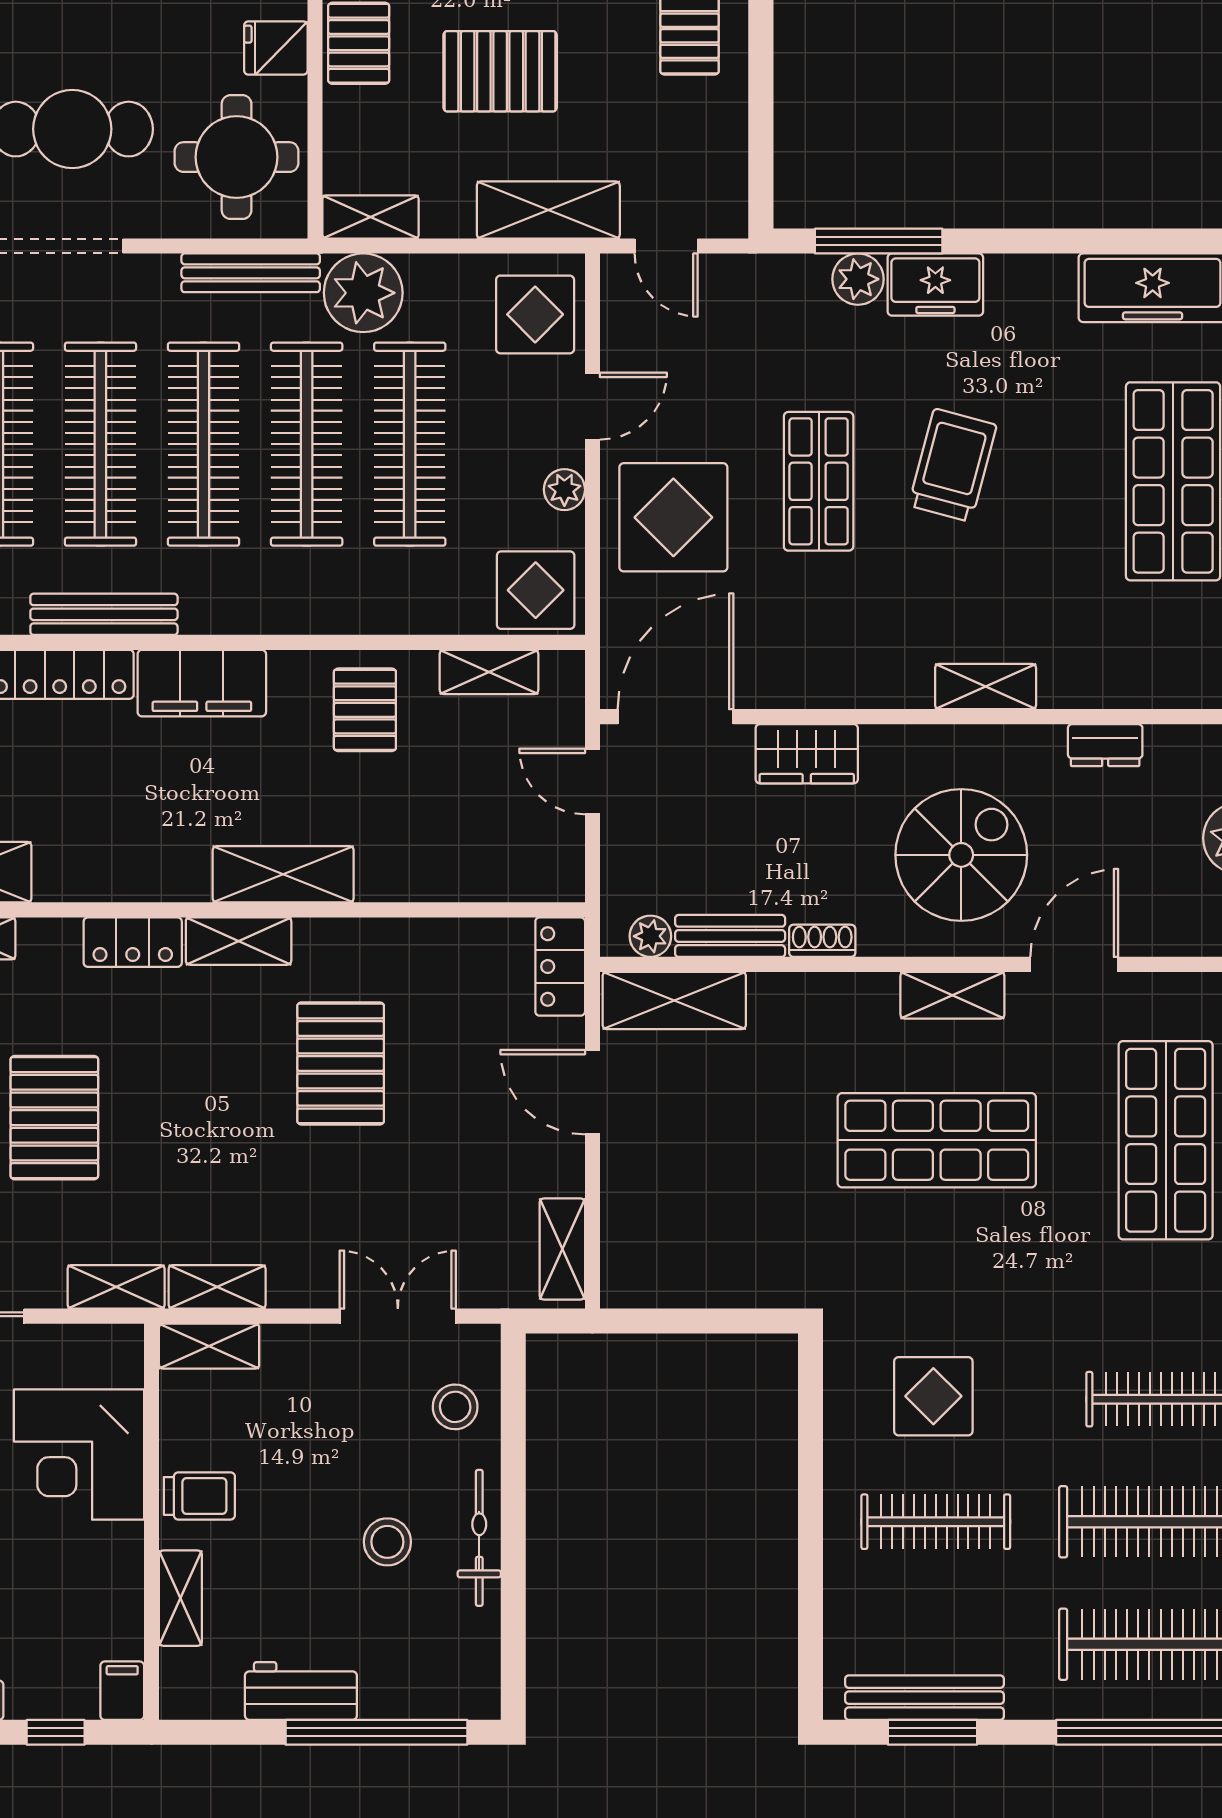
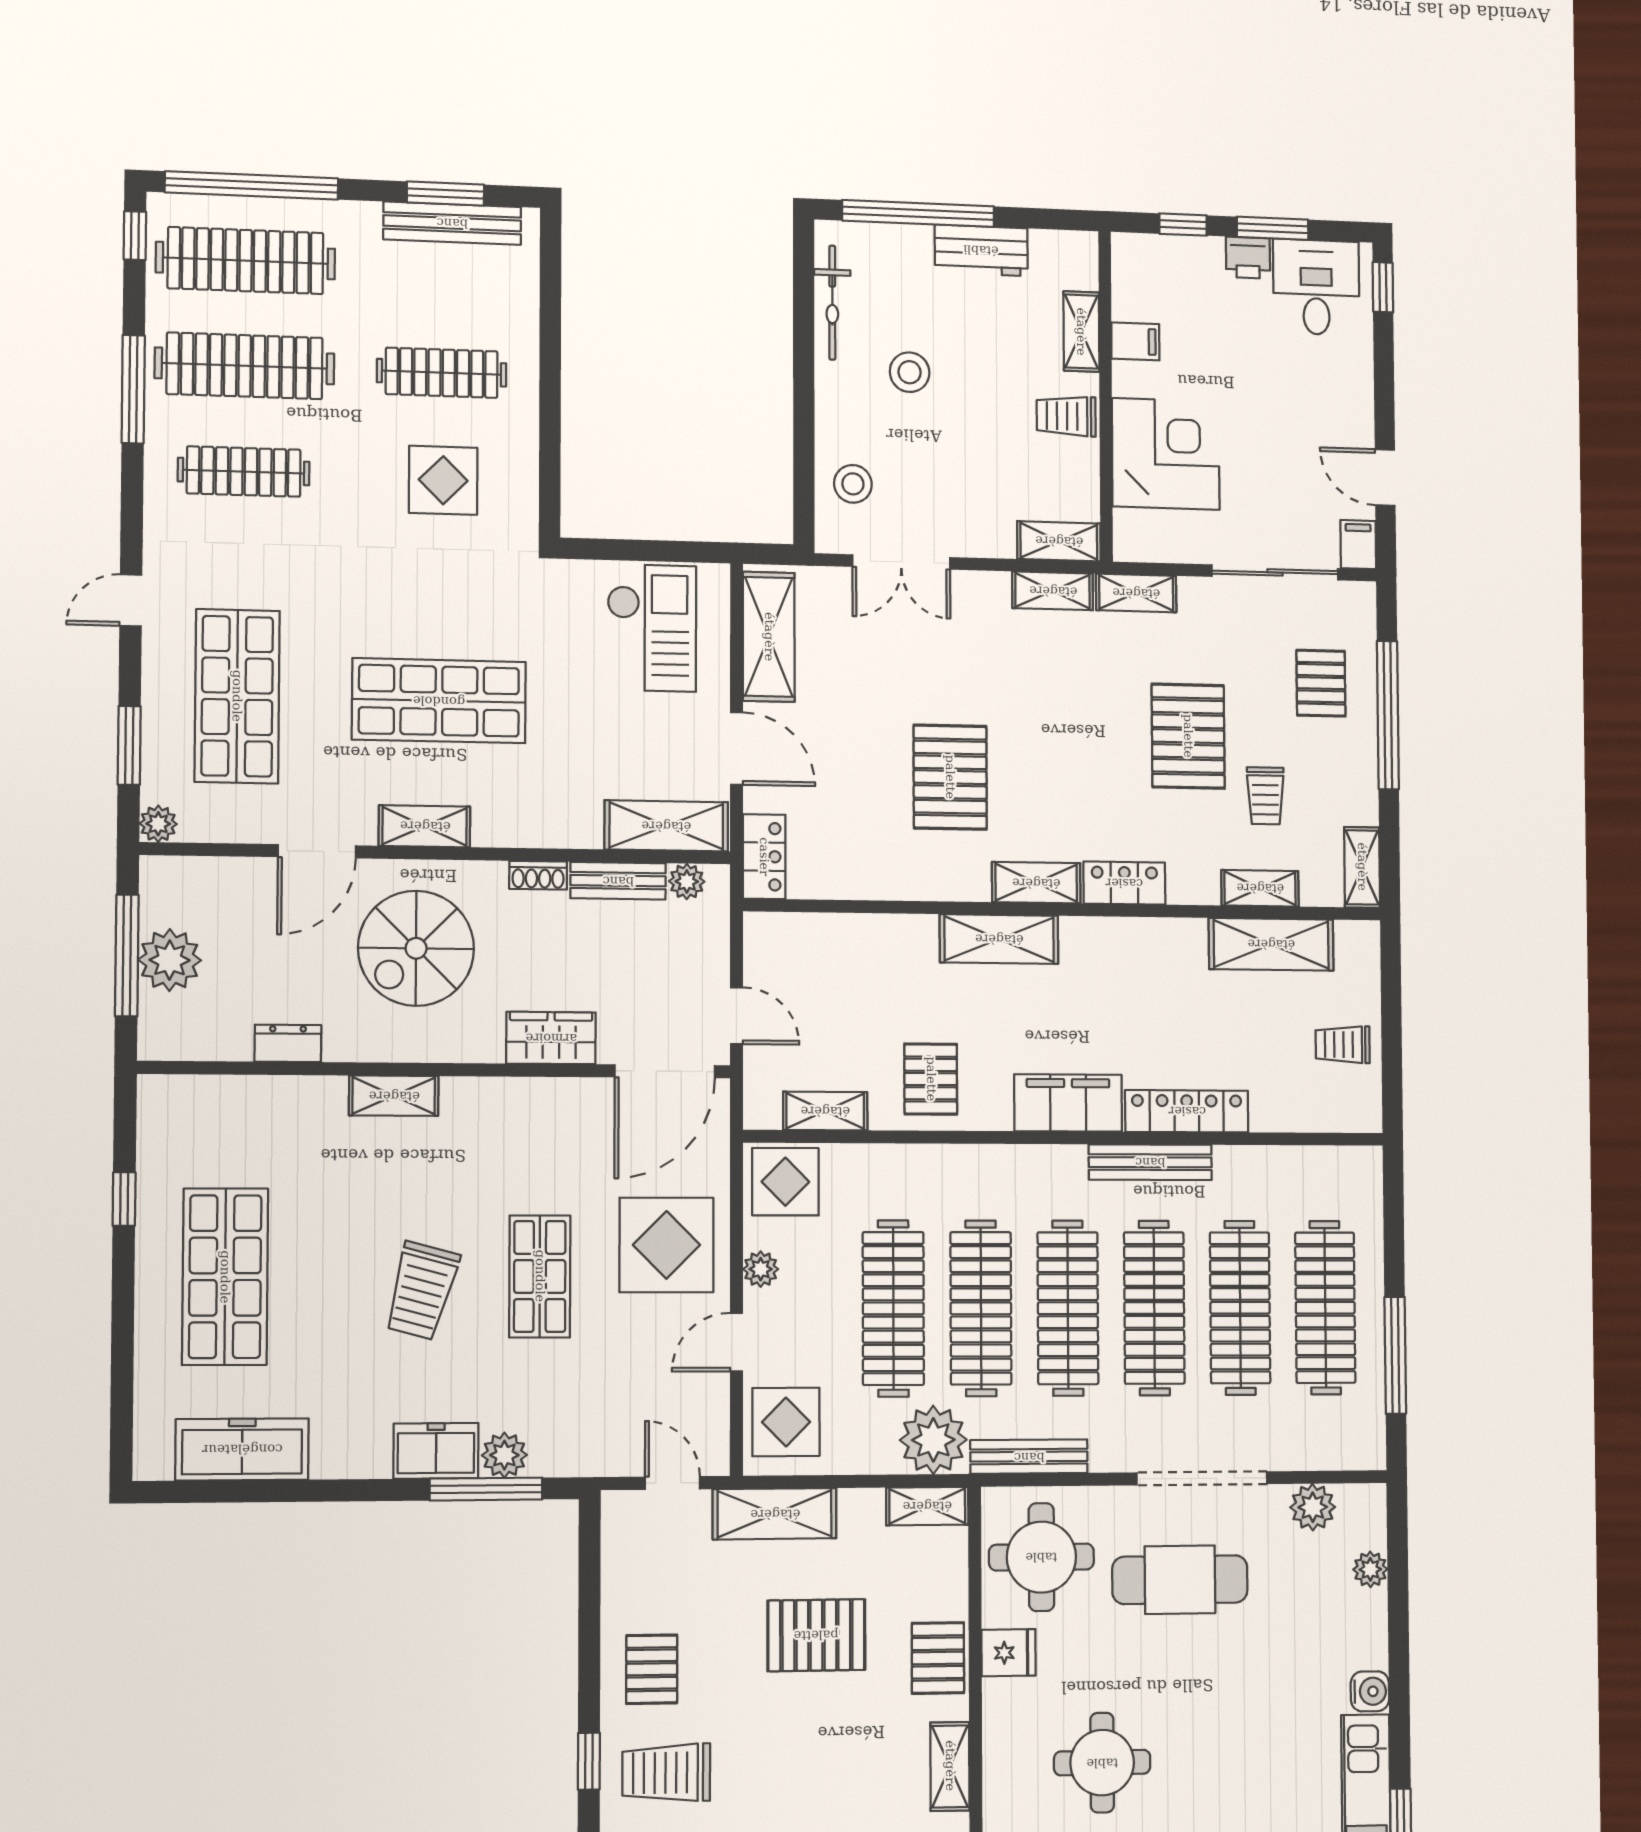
checkout: (692, 1231) -> (652, 628), added
shelving: (562, 1249) -> (769, 637), width x1.50, depth x1.33
bicycle: (479, 1538) -> (832, 303), moved
filing cabinet: (122, 1691) -> (1135, 341), moved, turned -90

